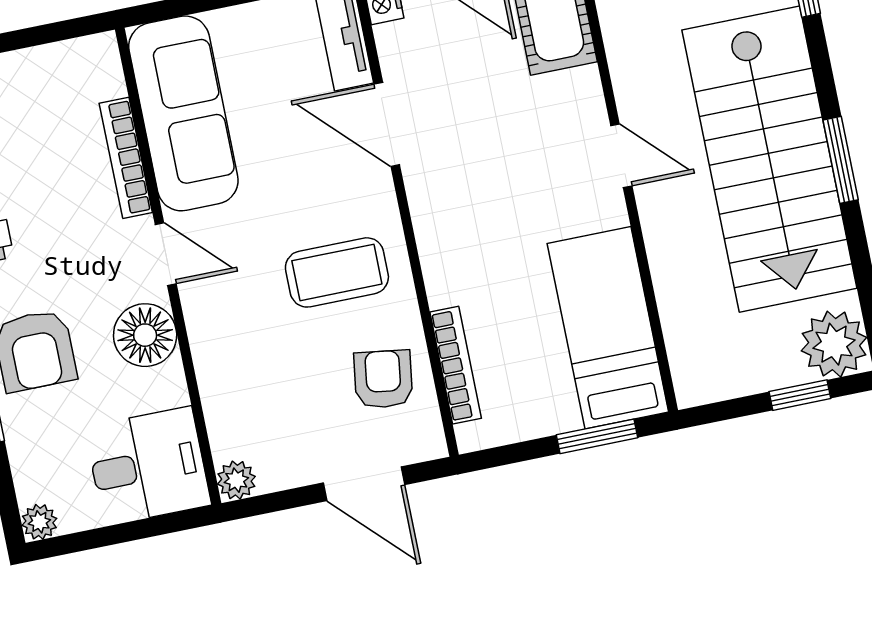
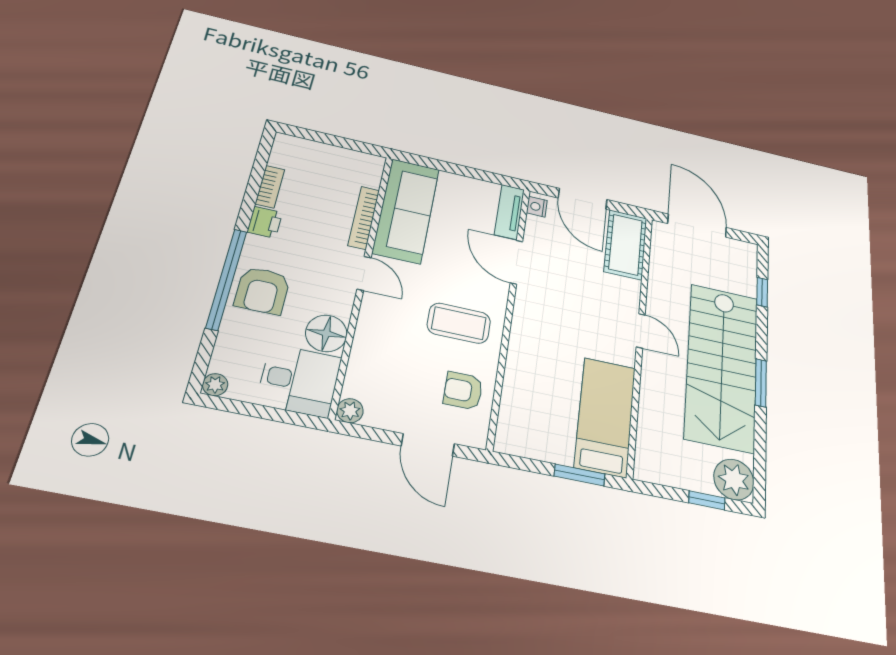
floor lamp: (145, 335) -> (326, 333), moved
bookcase: (456, 365) -> (509, 401), removed
armchair: (383, 379) -> (463, 391), turned -98

